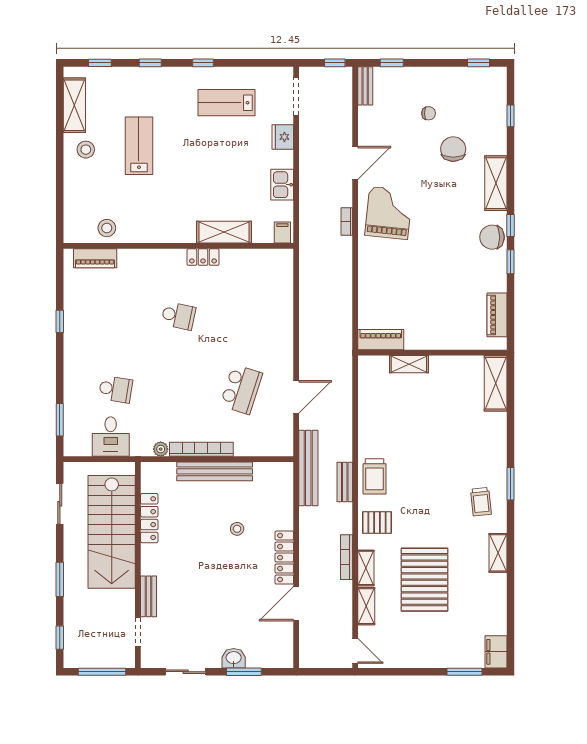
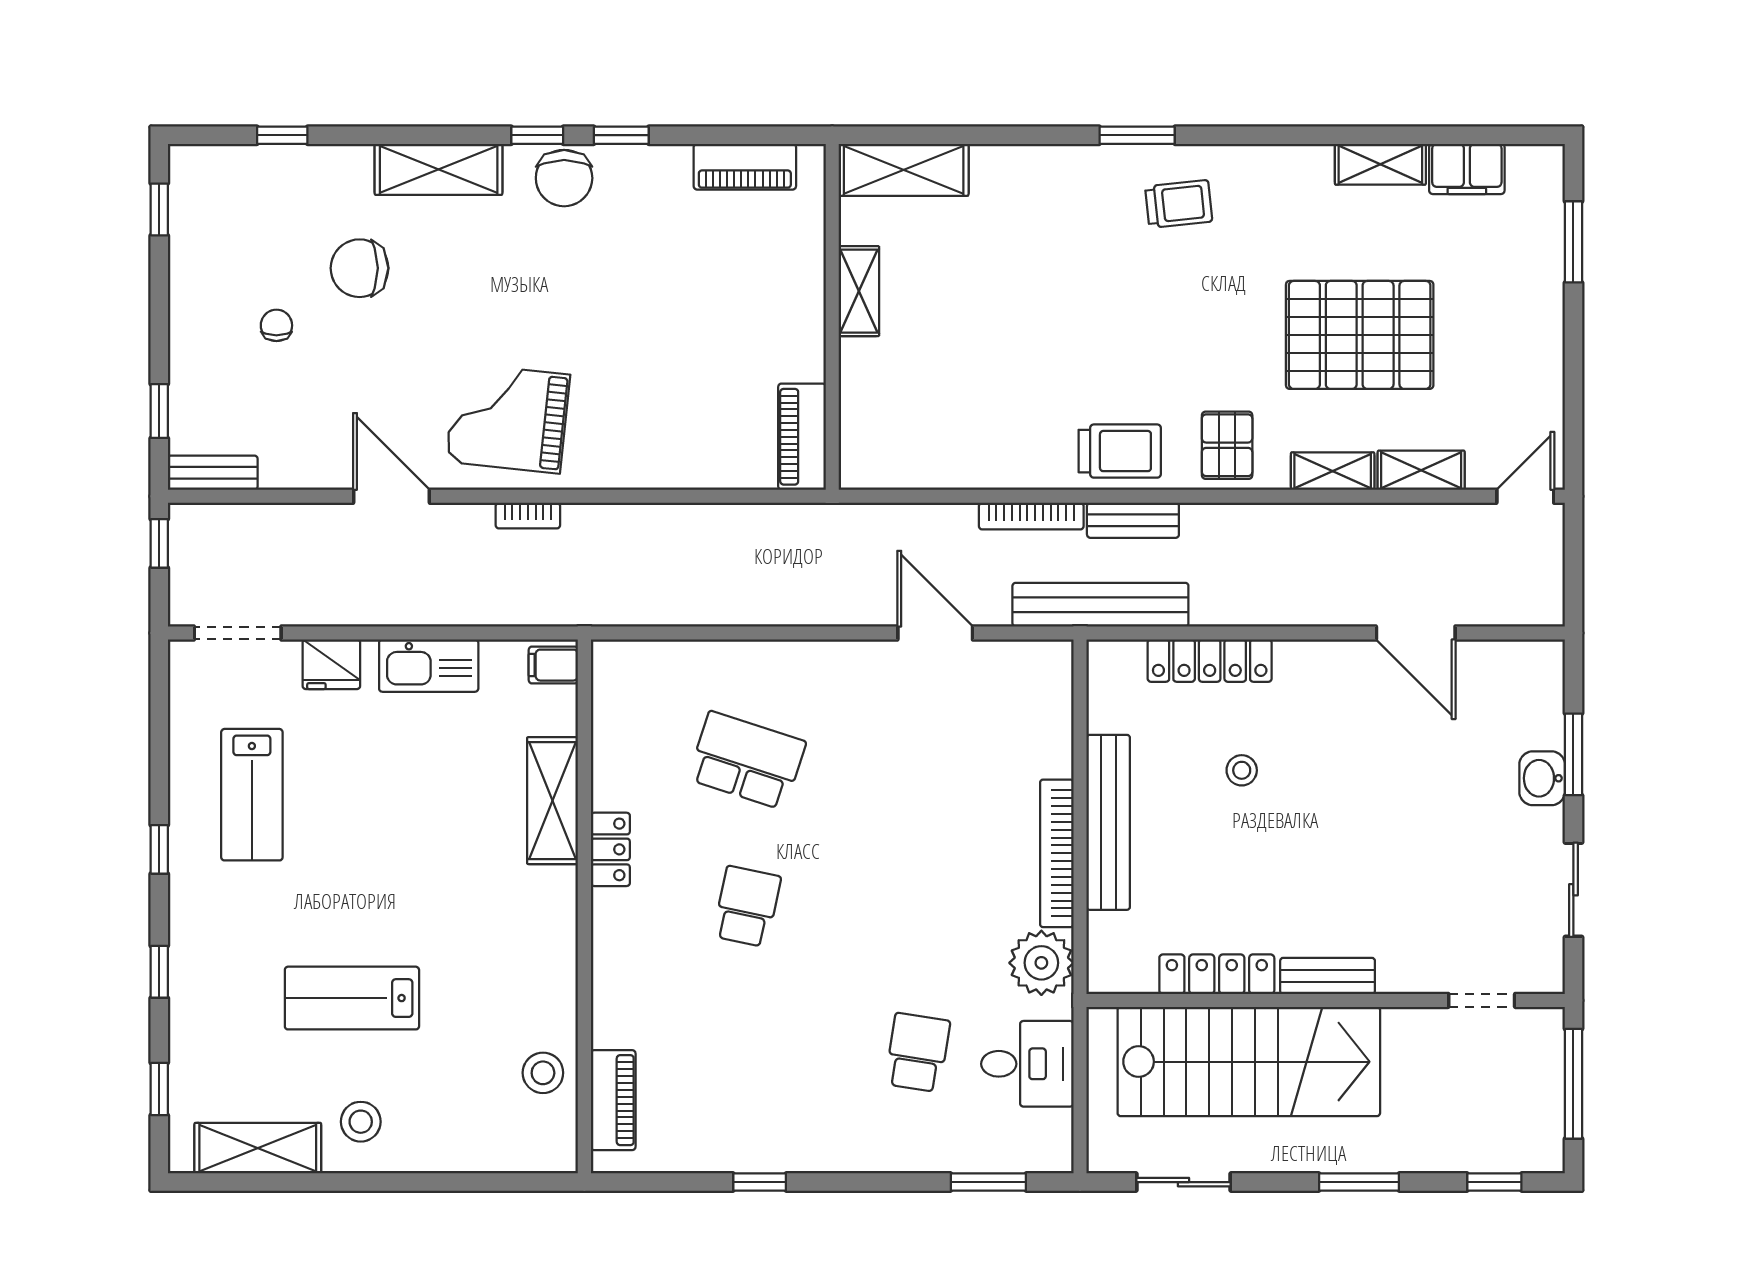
kitchen sink: (282, 185) -> (429, 666), width x1.38
shelving: (409, 364) -> (859, 291), moved
school desk: (241, 389) -> (747, 760), moved
plant: (161, 449) -> (1041, 963), width x1.87, depth x1.87
shelving: (498, 553) -> (1380, 164), moved
bookcase: (346, 557) -> (1031, 516), moved
locker: (284, 558) -> (1210, 661), moved
bench: (149, 596) -> (1328, 976), moved
filing cabinet: (496, 652) -> (1467, 169), moved

